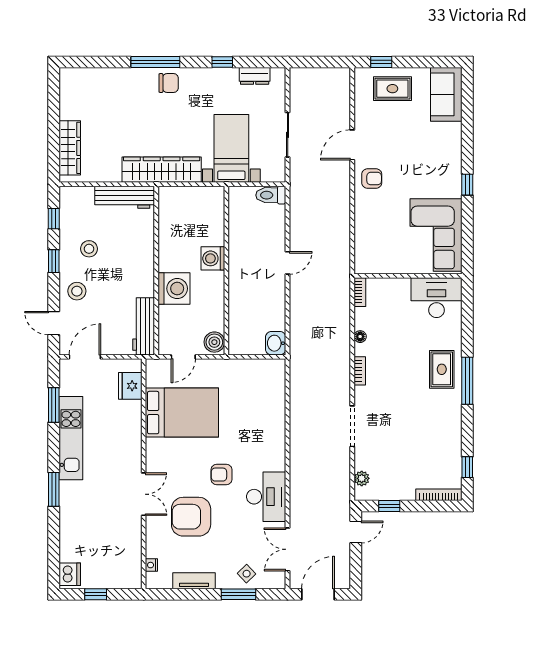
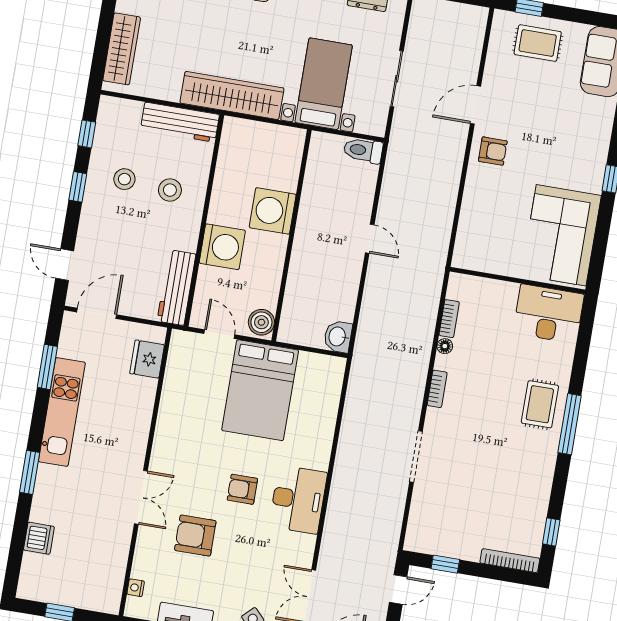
washing machine: (213, 258) -> (273, 211), width x1.37, depth x1.37
door: (288, 263) -> (370, 239), hinge flipped
stool: (77, 291) -> (170, 190), moved
bookcase: (360, 292) -> (449, 319), moved
door: (183, 357) -> (219, 334), swing flipped
bed: (182, 413) -> (260, 390), moved, turned 90
plant: (362, 478) -> (417, 524), removed
desk: (266, 497) -> (298, 499), moved
armchair: (191, 517) -> (195, 536), width x0.73, depth x0.73
dishwasher: (70, 574) -> (39, 538), moved

